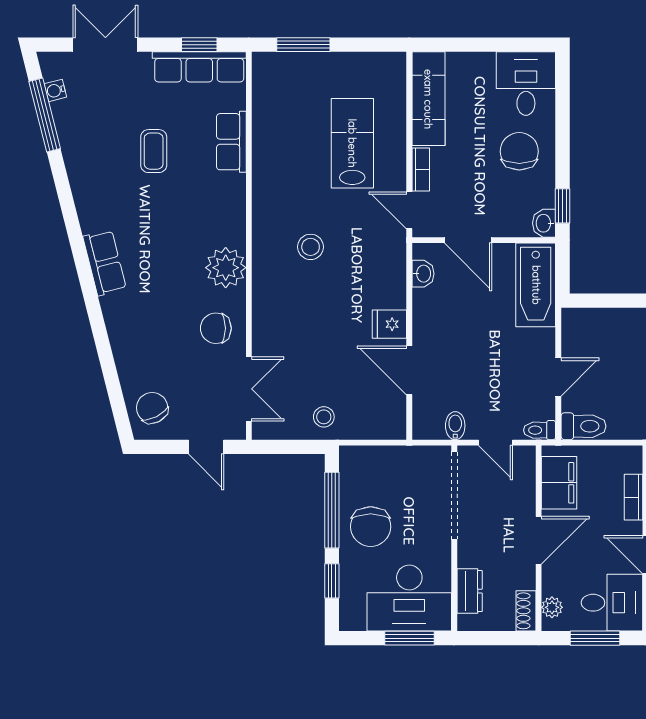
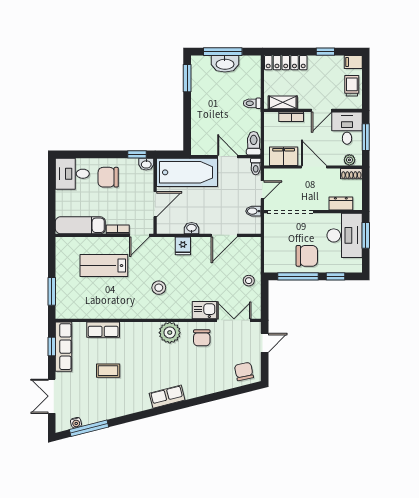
washbasin: (423, 274) -> (192, 228), moved
bathtub: (536, 285) -> (187, 172), width x1.36, depth x1.36
fridge: (389, 324) -> (183, 246), moved
kitchen sink: (268, 333) -> (204, 310), added
chair: (152, 408) -> (244, 371), turned 105

